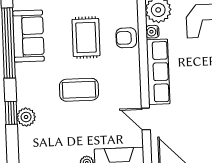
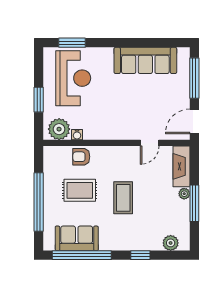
armchair: (126, 38) -> (81, 157), turned 90
row of seats: (158, 72) -> (111, 131), removed
plant: (26, 117) -> (171, 243), moved

